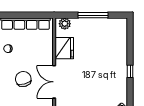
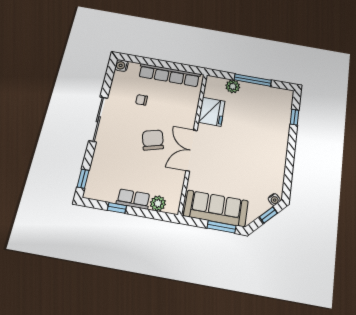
plant: (65, 24) -> (233, 86), moved
window: (130, 71) -> (295, 117), moved

